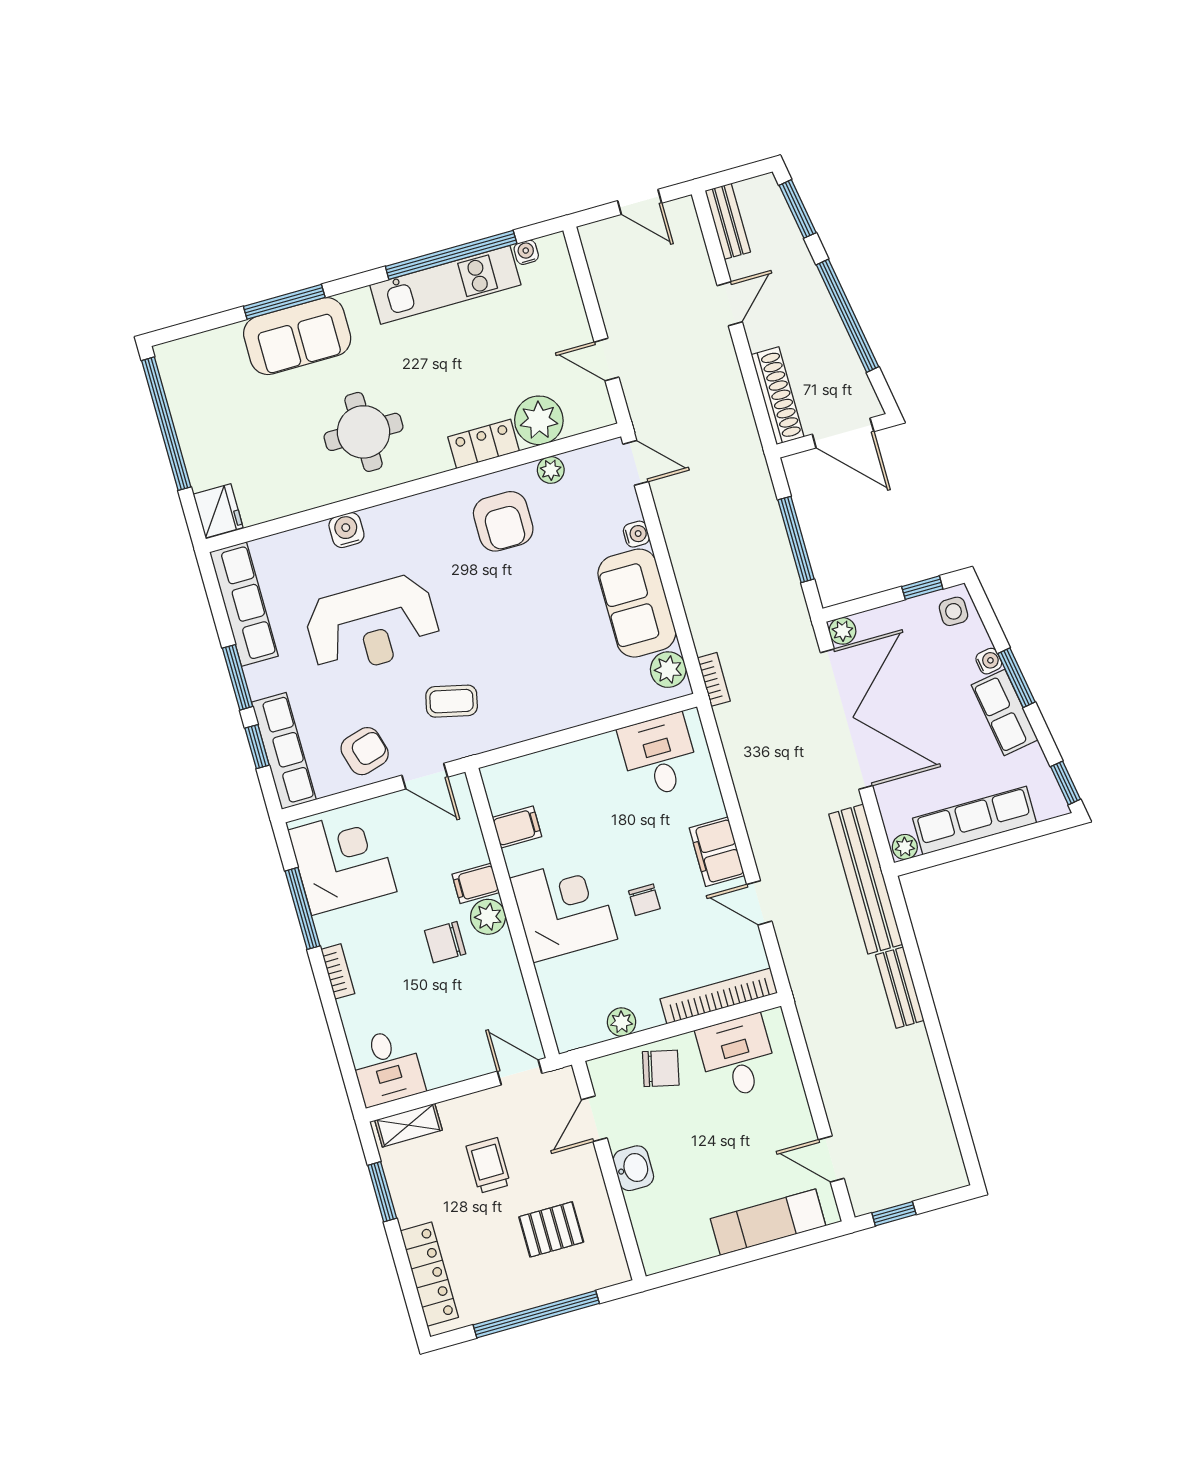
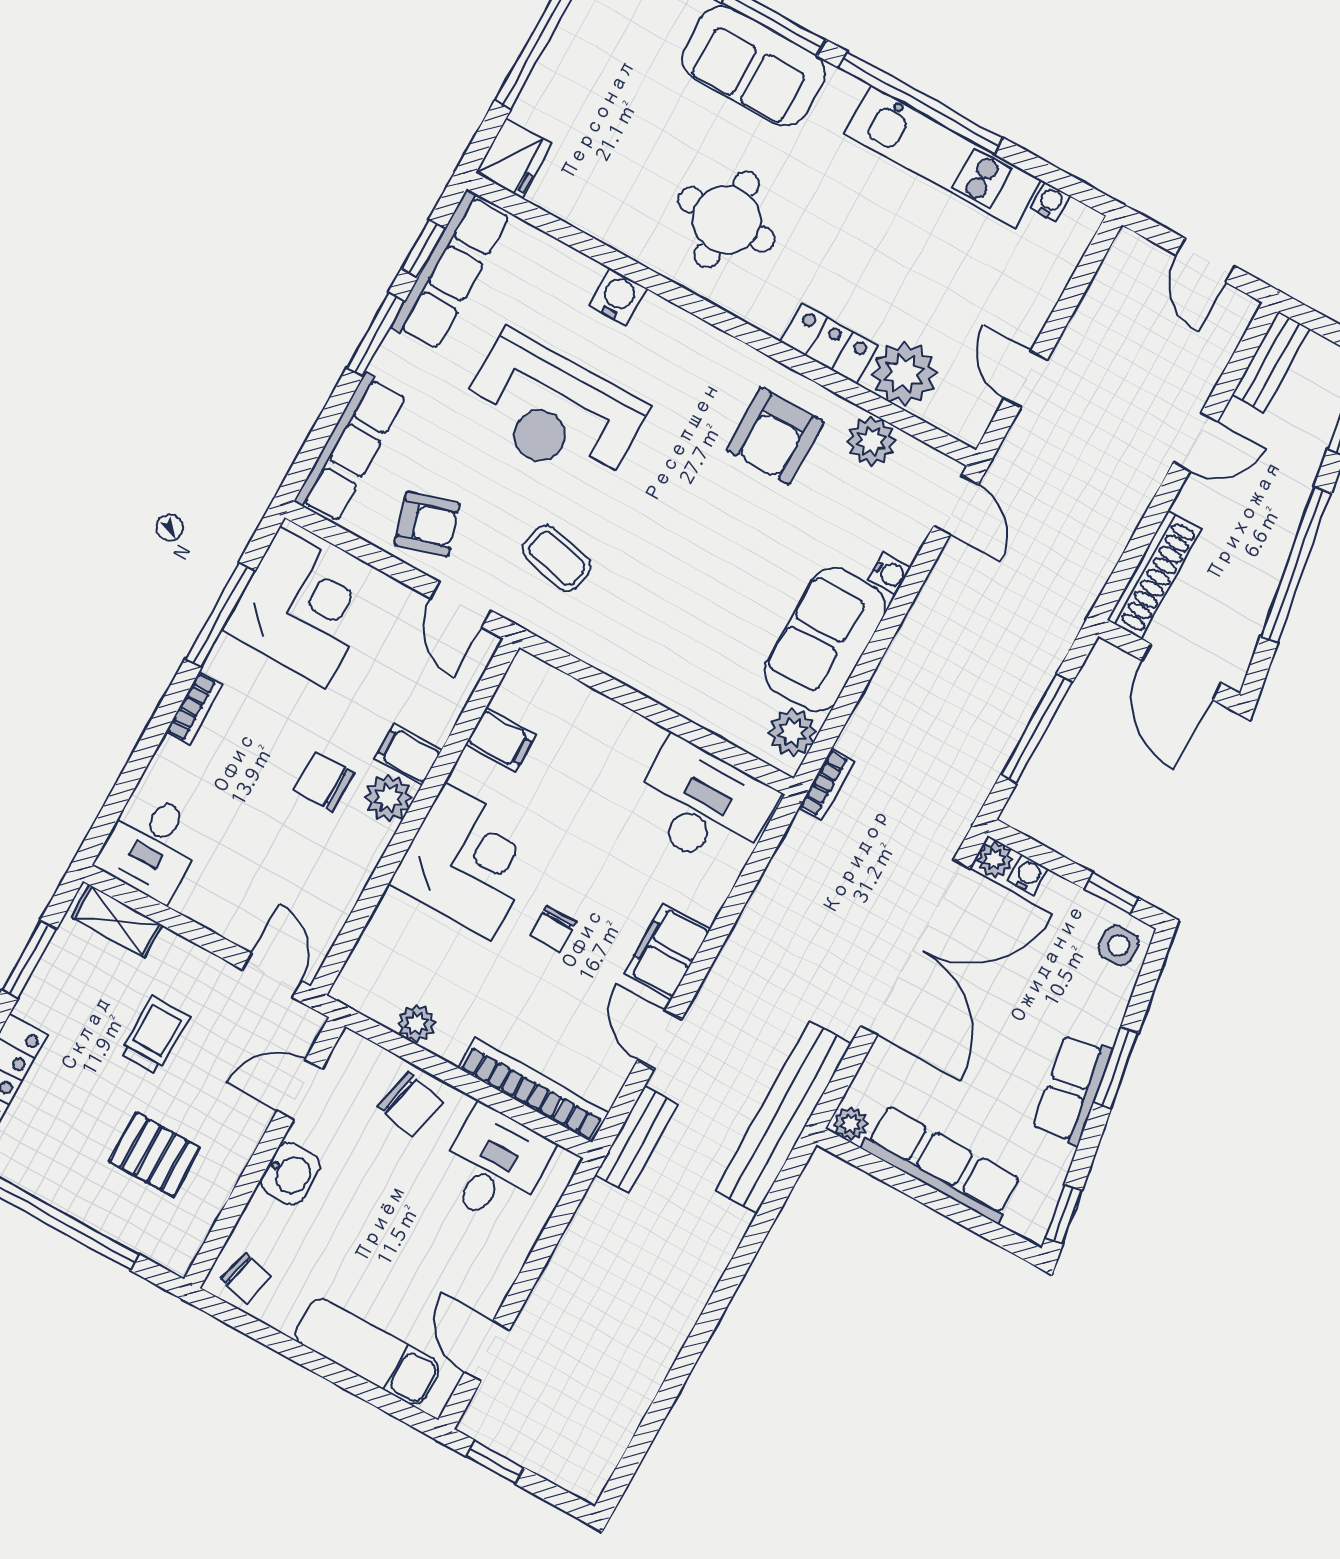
window: (451, 255) -> (921, 103), moved
plant: (551, 470) -> (871, 441), width x1.38, depth x1.38
water cooler: (989, 661) -> (1028, 875), moved, turned -81
window: (257, 747) -> (423, 249), moved
desk: (659, 756) -> (703, 806), width x1.37
bench: (900, 988) -> (637, 1140), moved
chair: (665, 1247) -> (246, 1278), added

